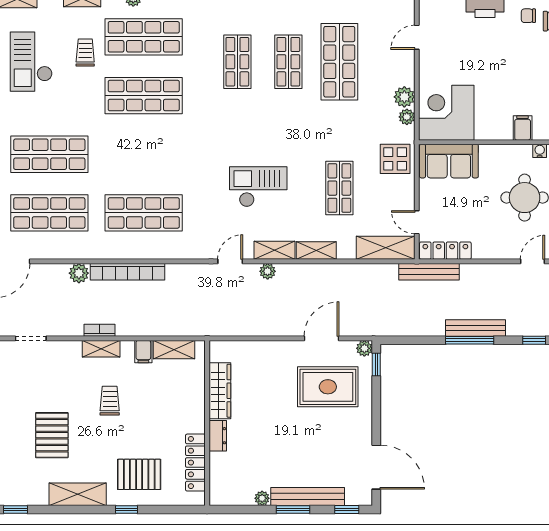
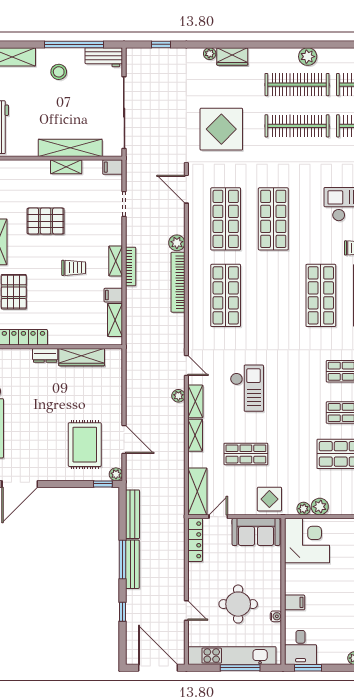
sofa: (449, 161) -> (256, 532), moved, turned -90
bench: (429, 272) -> (132, 514), moved
bookcase: (99, 330) -> (131, 267), width x1.56

